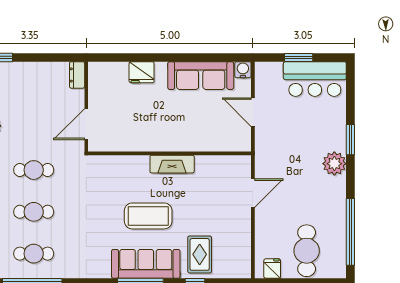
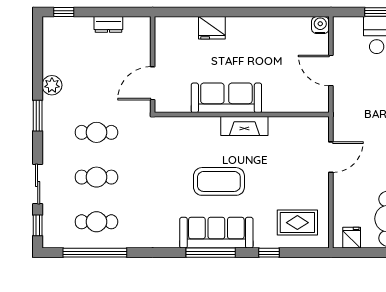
dresser: (77, 75) -> (108, 24), moved, turned -90
sofa: (201, 76) -> (226, 98), moved, turned 180
rug: (200, 254) -> (297, 223), moved, turned 90

